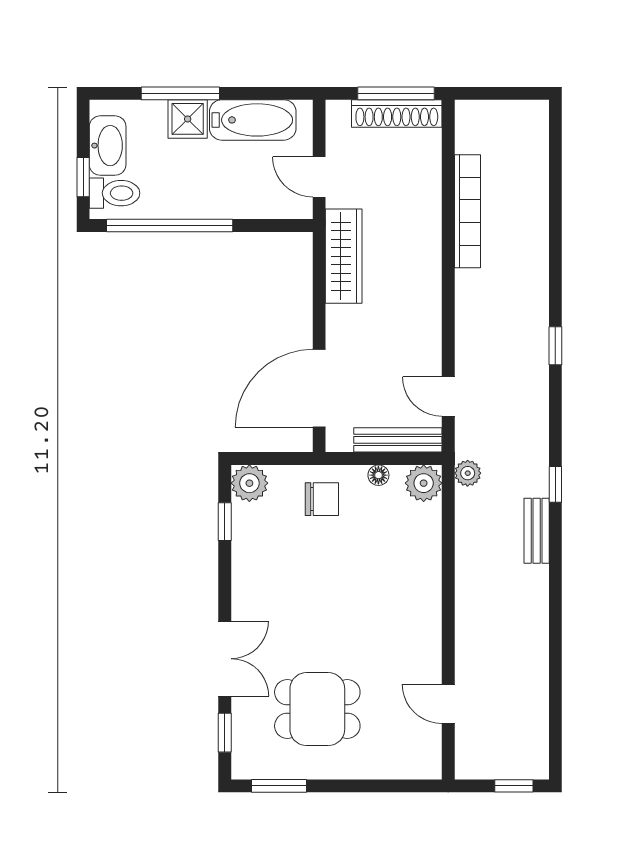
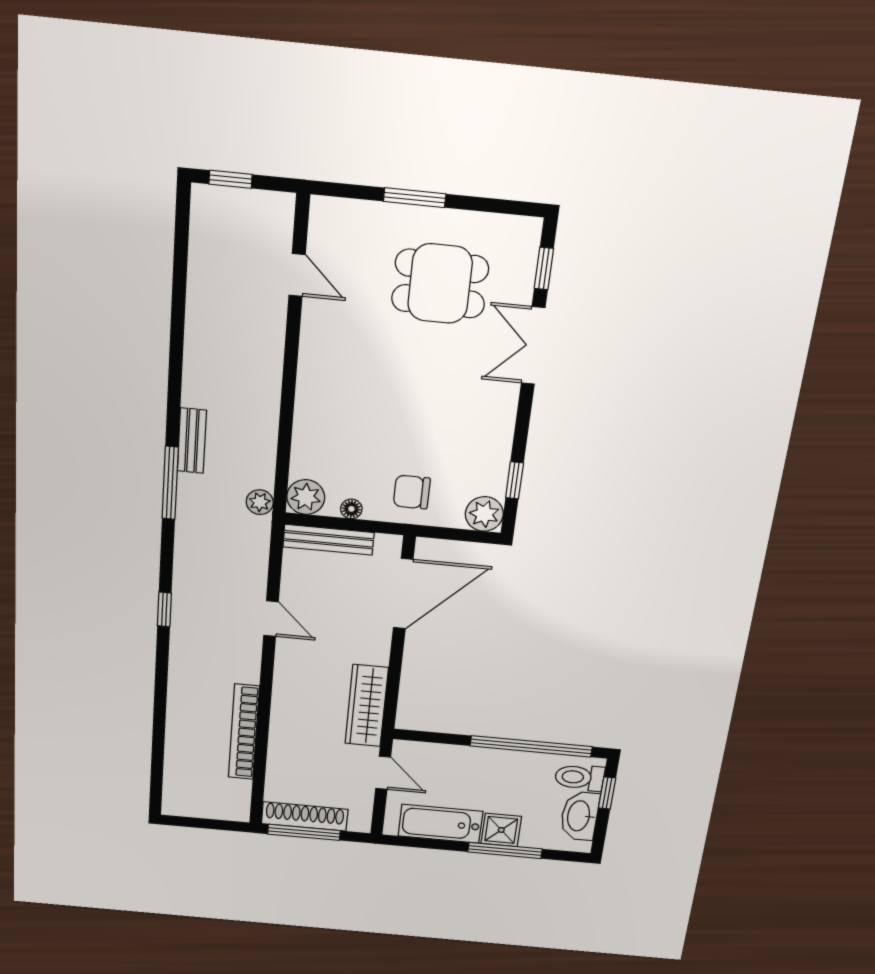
door: (448, 397) -> (271, 619), moved
window: (555, 484) -> (170, 483), width x2.17
window: (279, 786) -> (415, 198), moved

